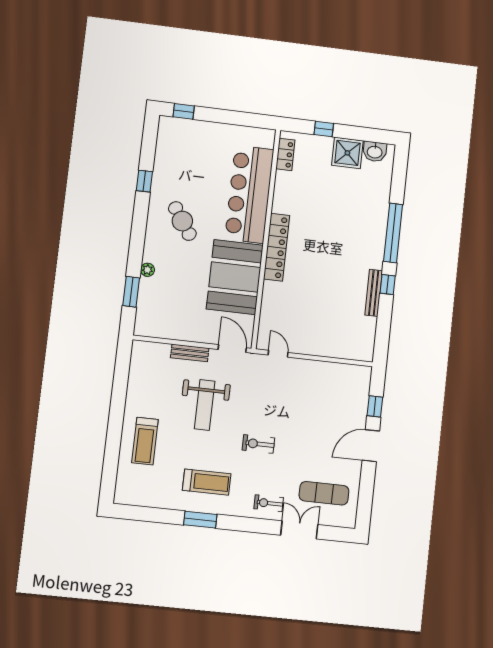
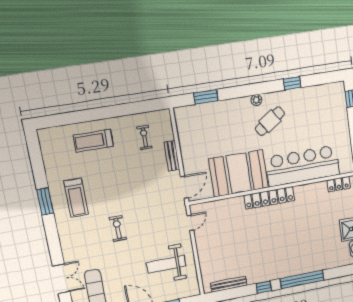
plant: (148, 270) -> (256, 100), moved
bench: (374, 293) -> (229, 284), moved
weight bench: (205, 405) -> (166, 264), moved
exercise bike: (269, 503) -> (144, 137), moved

